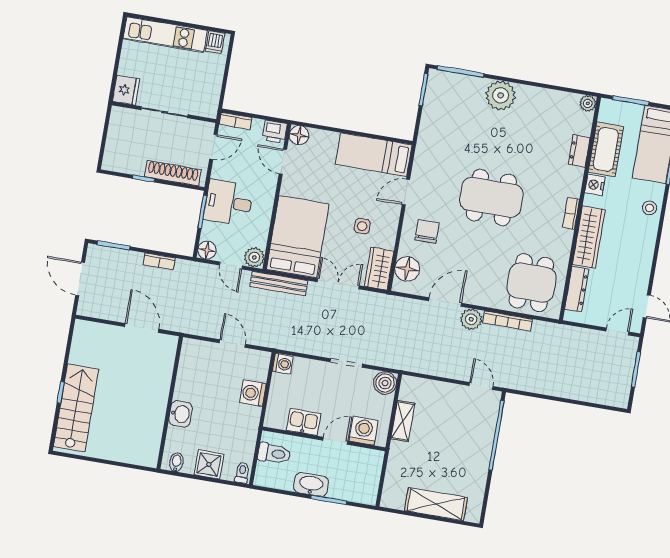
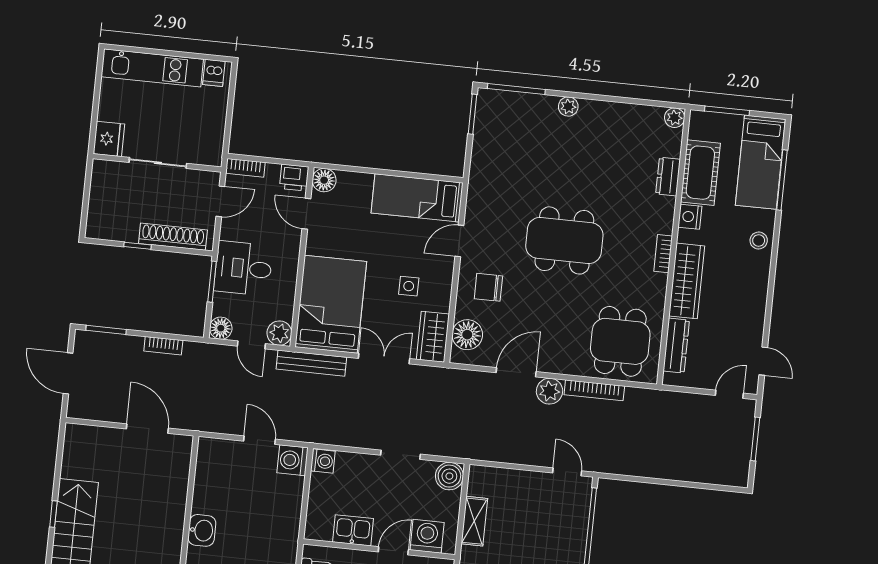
plant: (501, 95) -> (568, 107), width x0.53, depth x0.53
chair: (427, 231) -> (488, 287), turned -90
washing machine: (253, 393) -> (293, 460), moved

